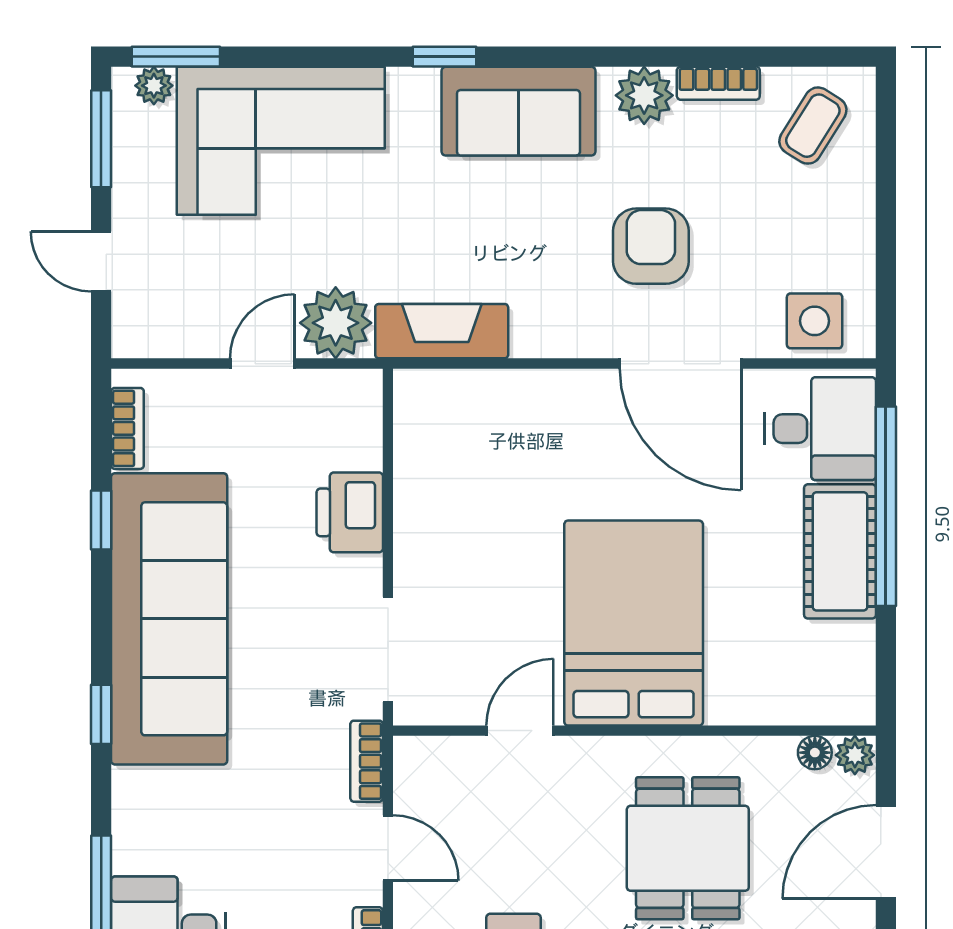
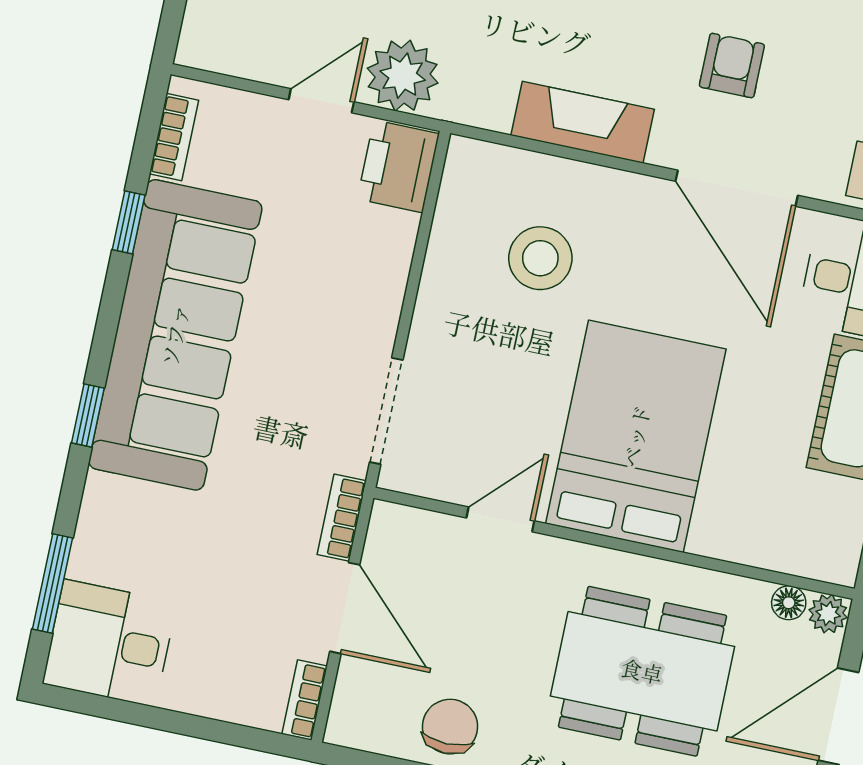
armchair: (651, 246) -> (732, 66), width x0.72, depth x0.72
fireplace: (442, 331) -> (583, 122), moved
stool: (505, 471) -> (540, 258), added
printer: (350, 512) -> (398, 166), moved
door: (388, 848) -> (345, 608), width x1.38
dining table: (688, 848) -> (642, 671), width x1.38

